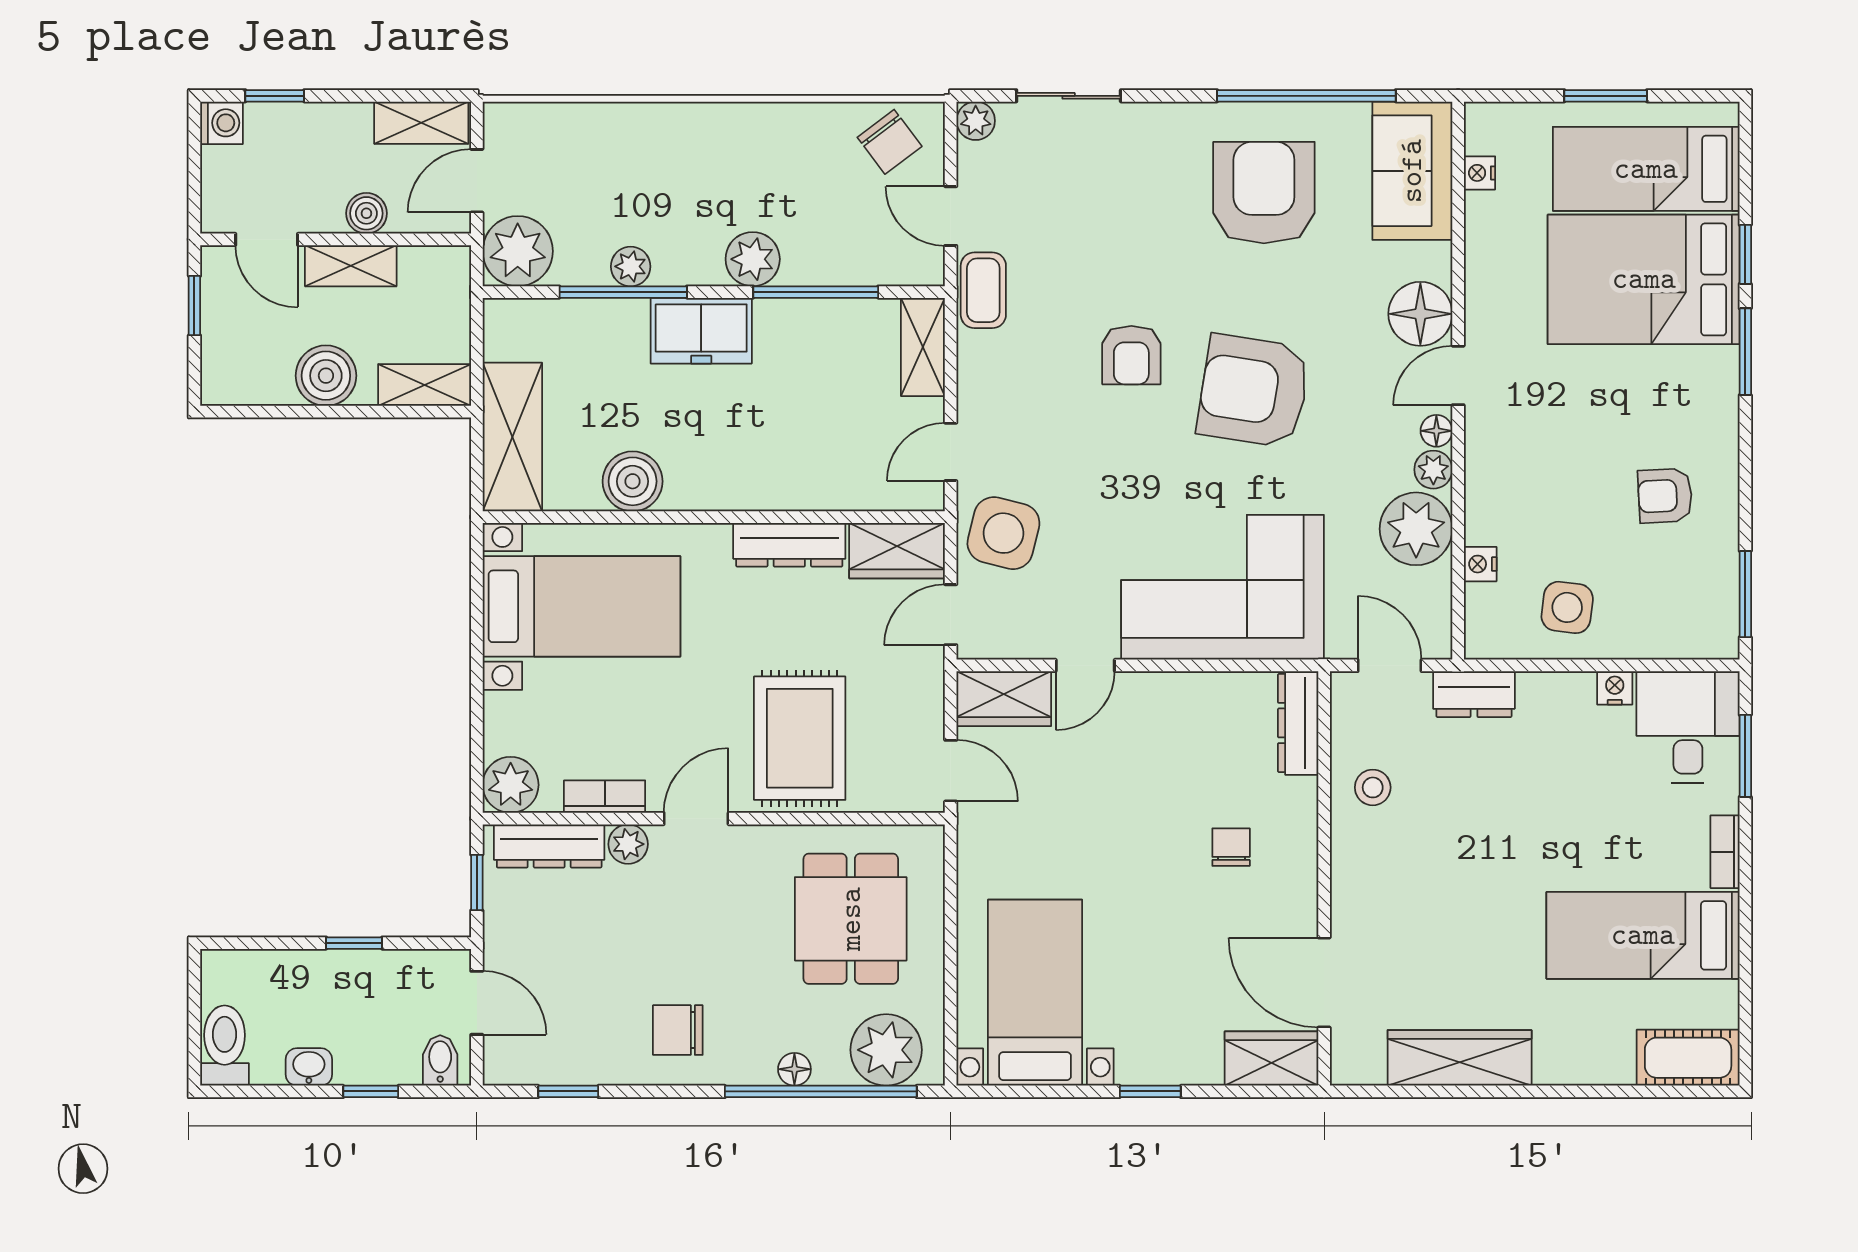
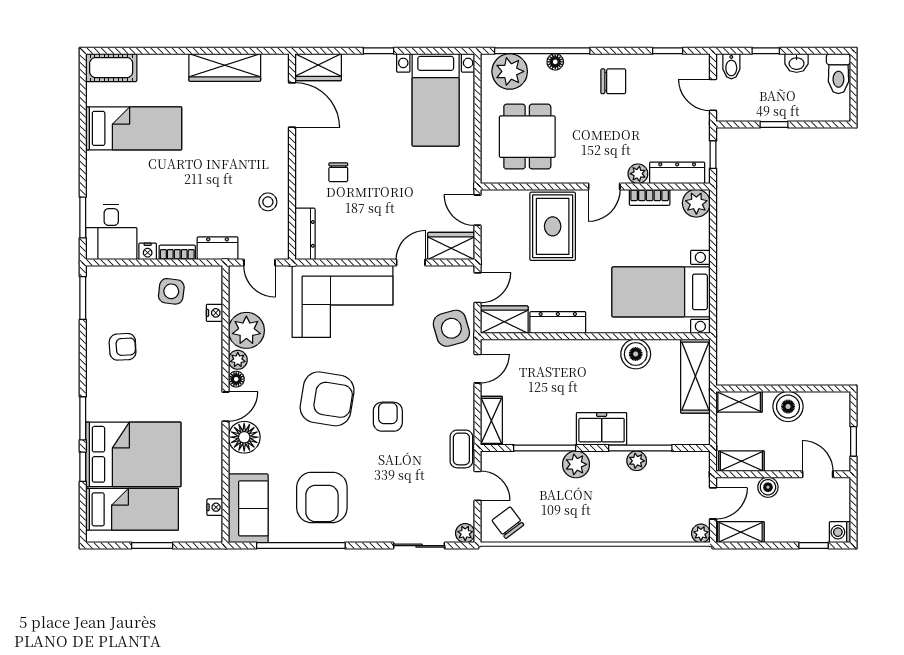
plant: (518, 251) -> (701, 533), moved, width x0.53, depth x0.53
shelving: (351, 266) -> (741, 461), moved
side table: (1003, 533) -> (451, 328), turned -30
bookcase: (1725, 852) -> (177, 252), moved, turned -90

